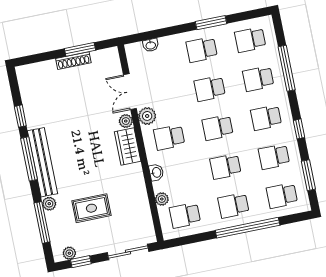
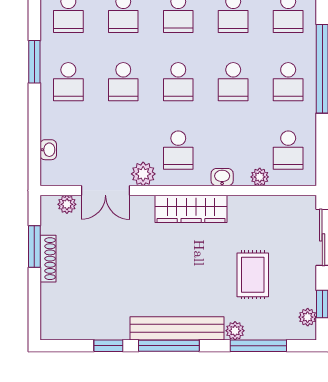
plant: (126, 121) -> (67, 204), moved
wardrobe: (128, 146) -> (191, 209), width x1.50

